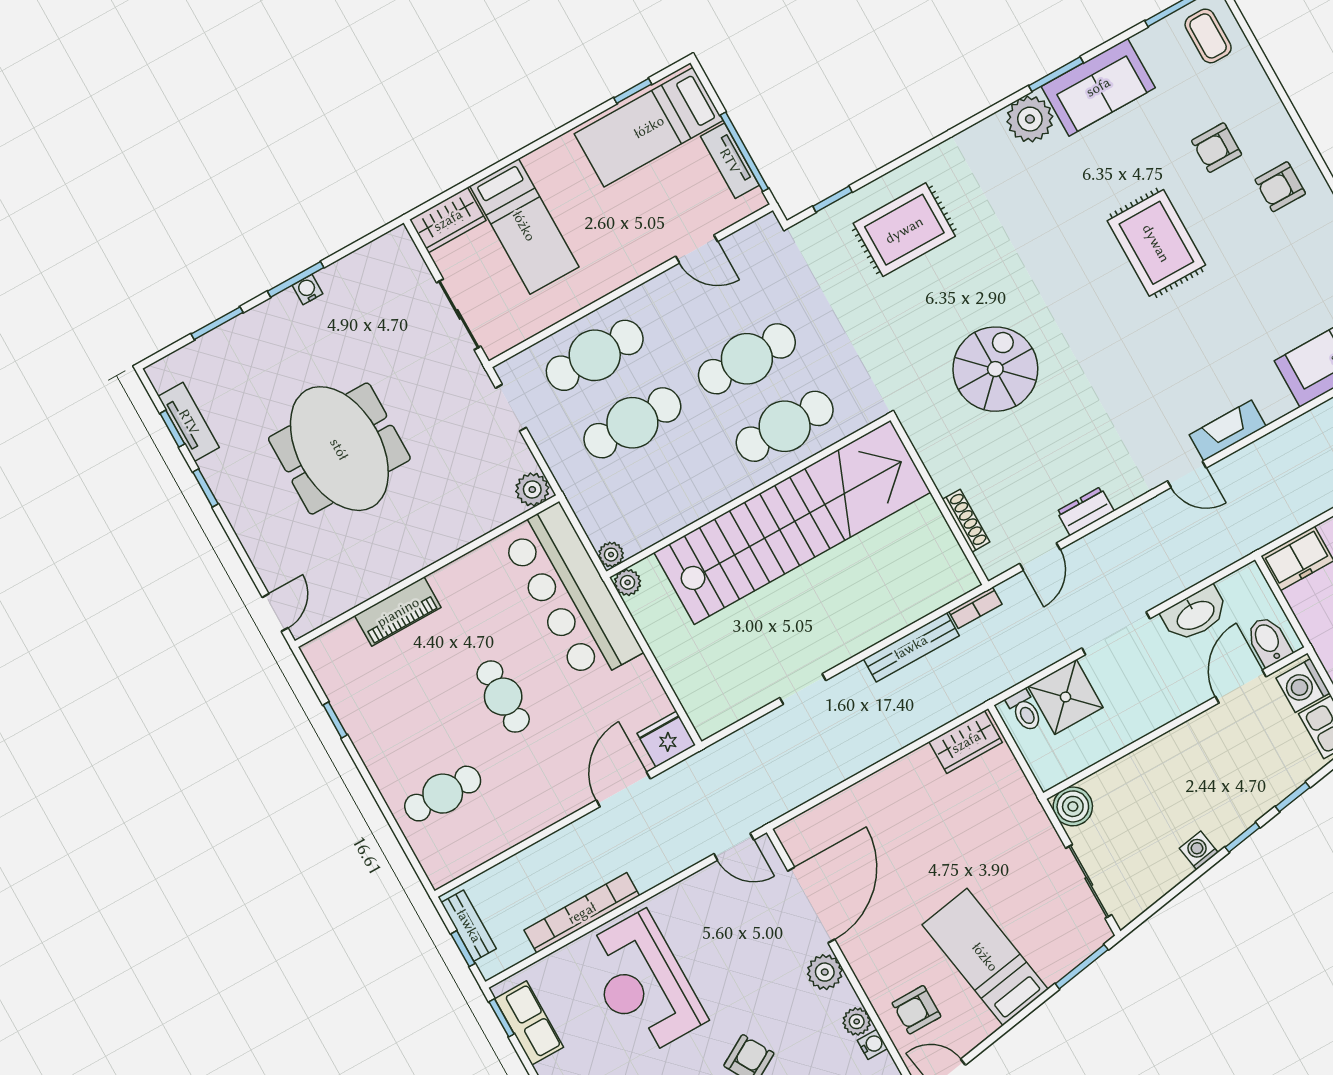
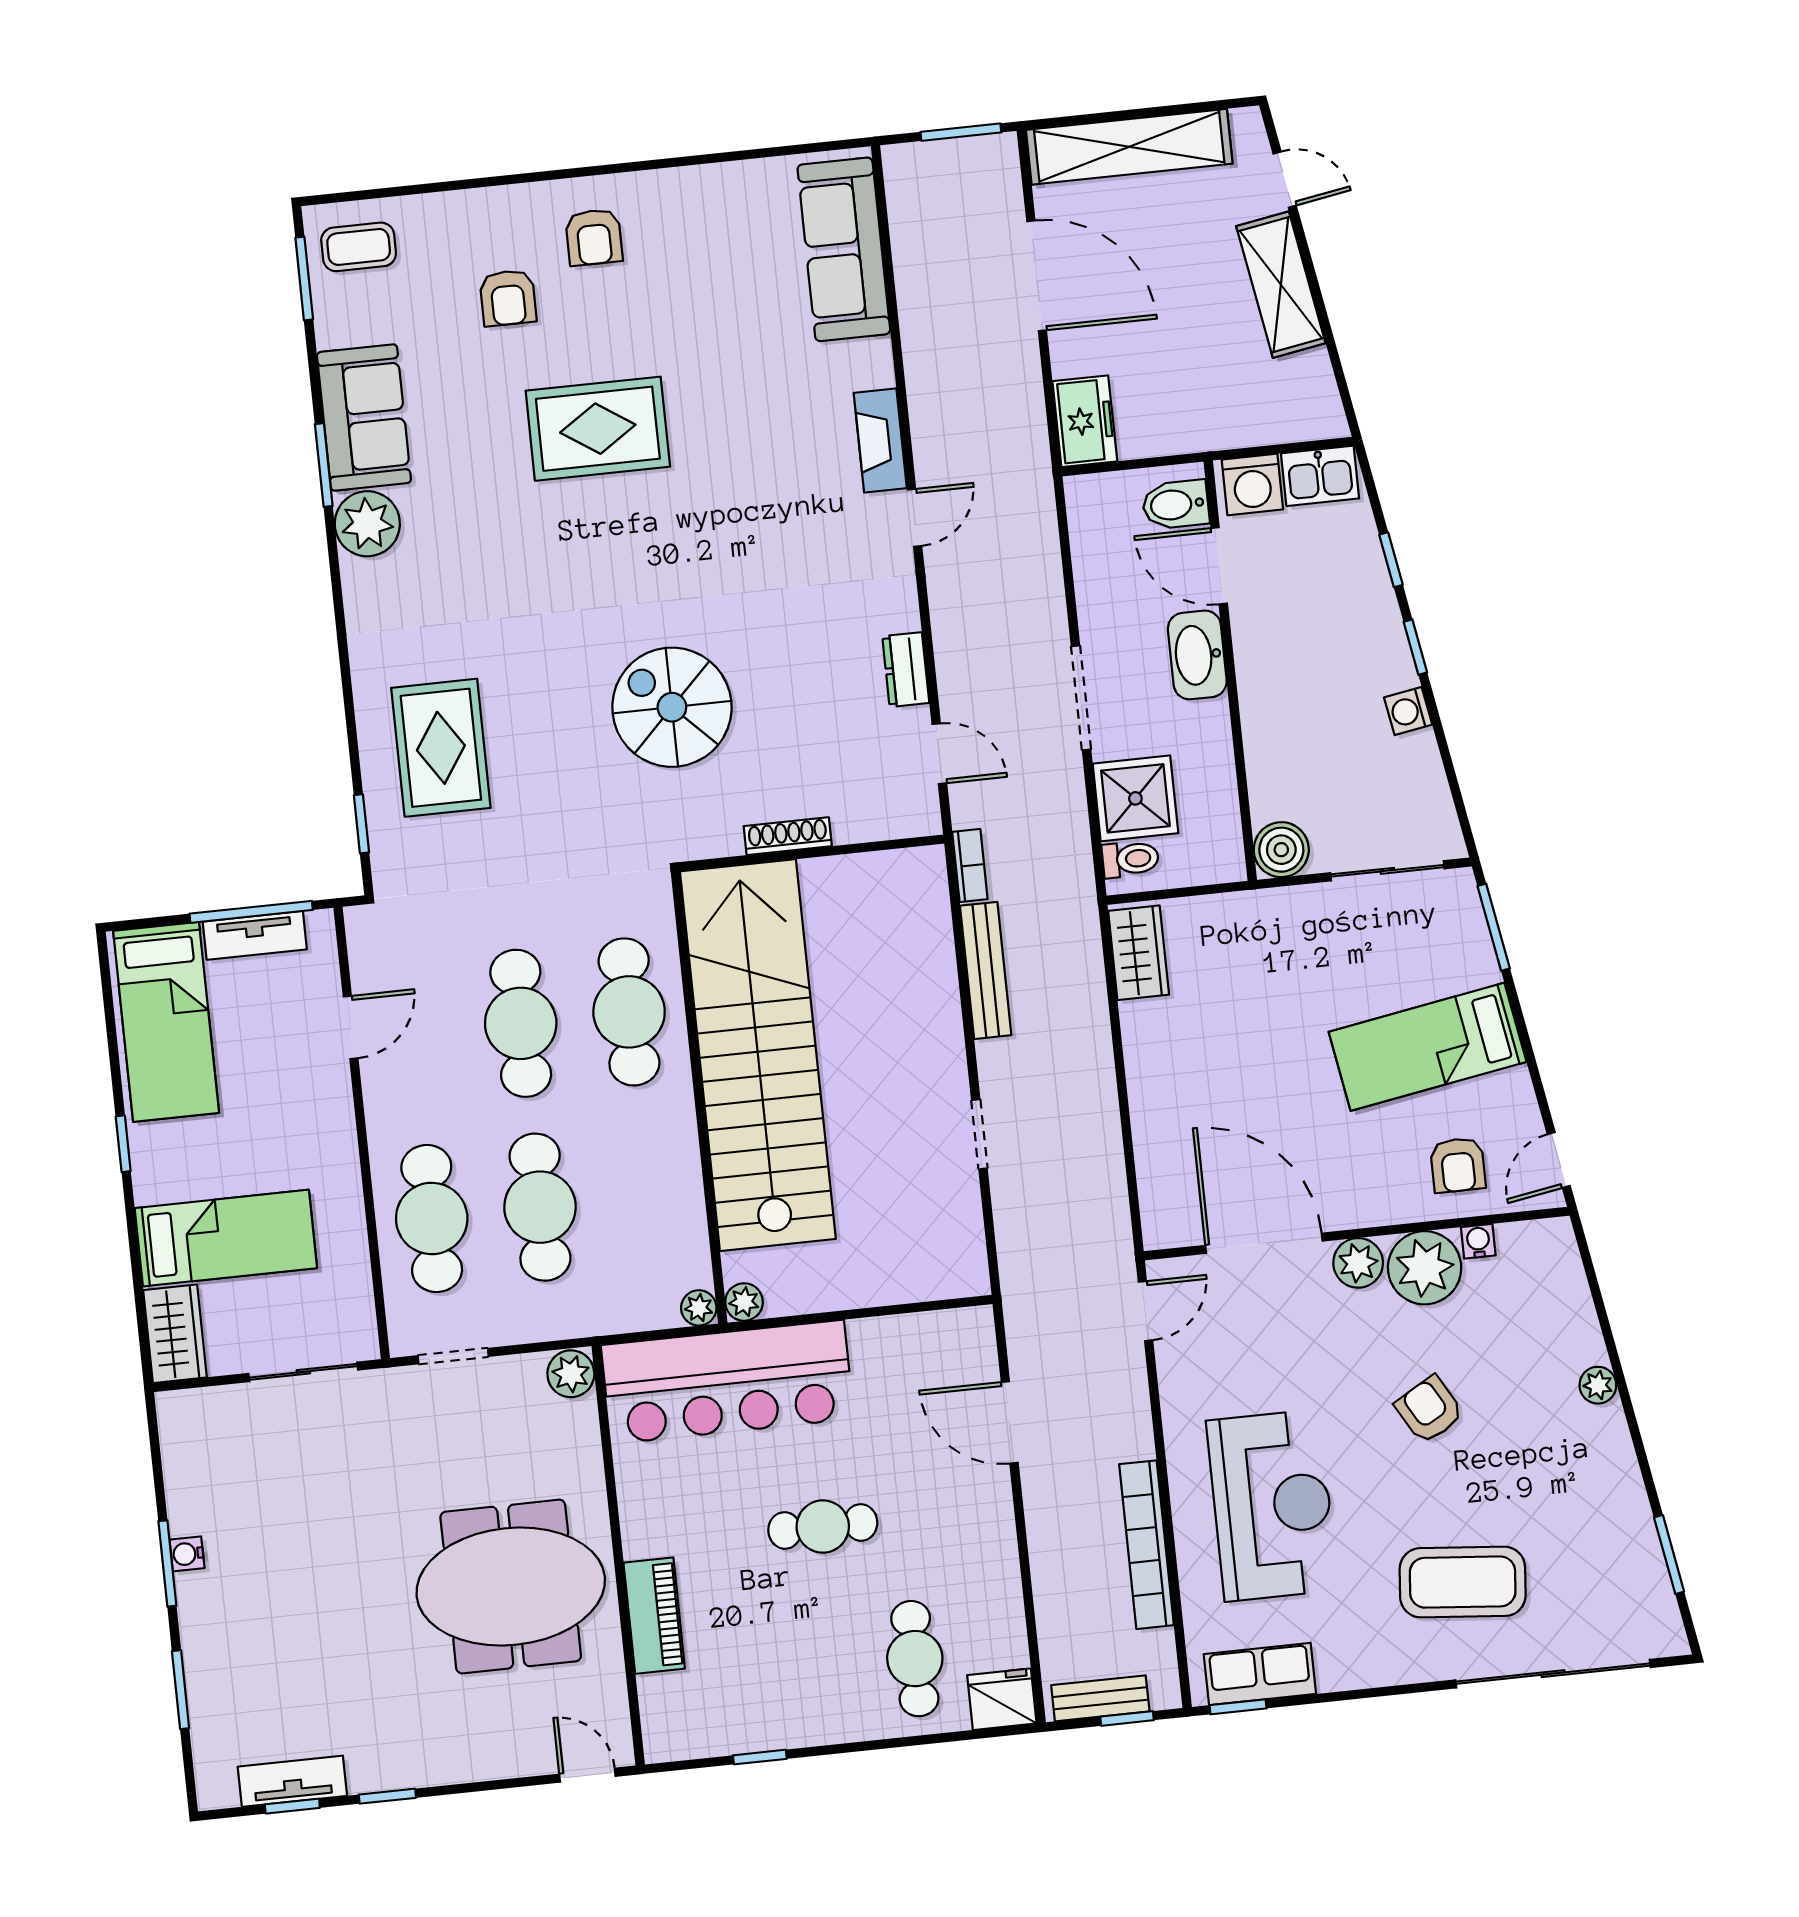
window: (633, 91) -> (123, 1144), moved
meeting table: (339, 449) -> (511, 1587), moved
shoe rack: (966, 521) -> (788, 836), moved
washbasin: (1195, 614) -> (1197, 655), moved, turned 180
fridge: (666, 739) -> (1002, 1699), moved, turned 90
reception desk: (643, 984) -> (1272, 1505), turned -90
plant: (857, 1021) -> (1425, 1268), width x1.88, depth x1.88

